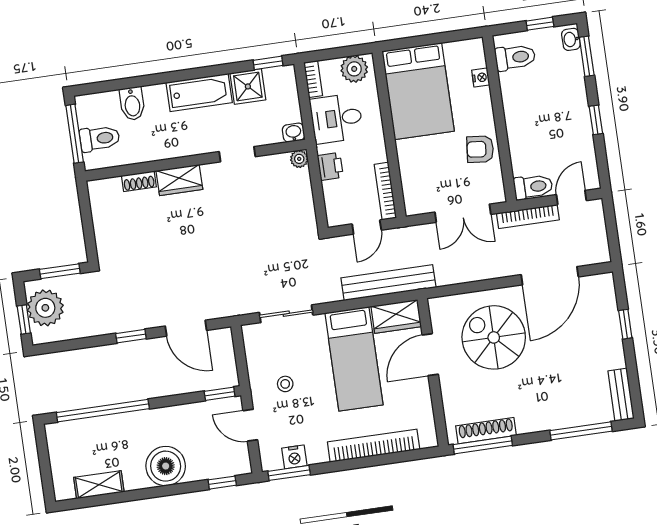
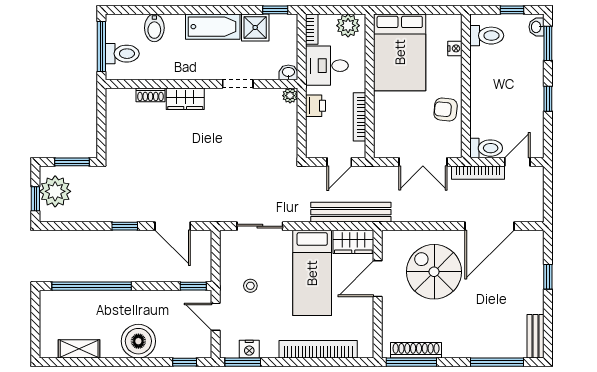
bookcase: (385, 191) -> (360, 117), moved

